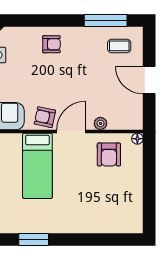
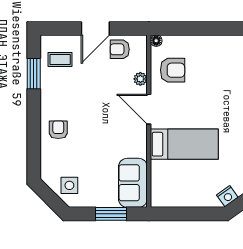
window: (106, 21) -> (34, 74), width x0.69
coffee table: (119, 46) -> (60, 60), turned 90
armchair: (45, 117) -> (120, 49), moved, turned 78

